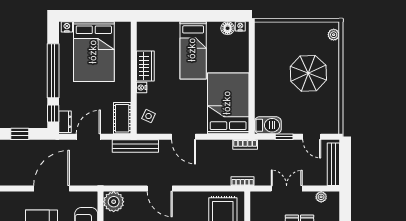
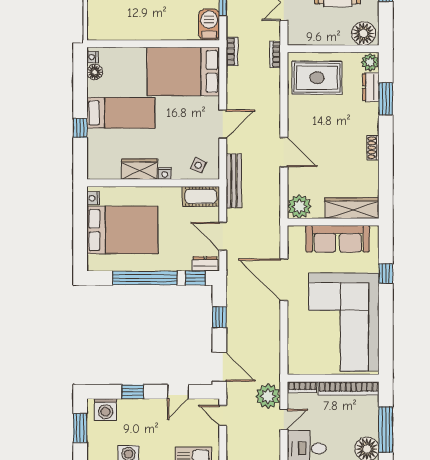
window: (180, 16) -> (80, 128), added
nightstand: (67, 27) -> (93, 198), moved
door: (160, 189) -> (284, 152), hinge flipped

